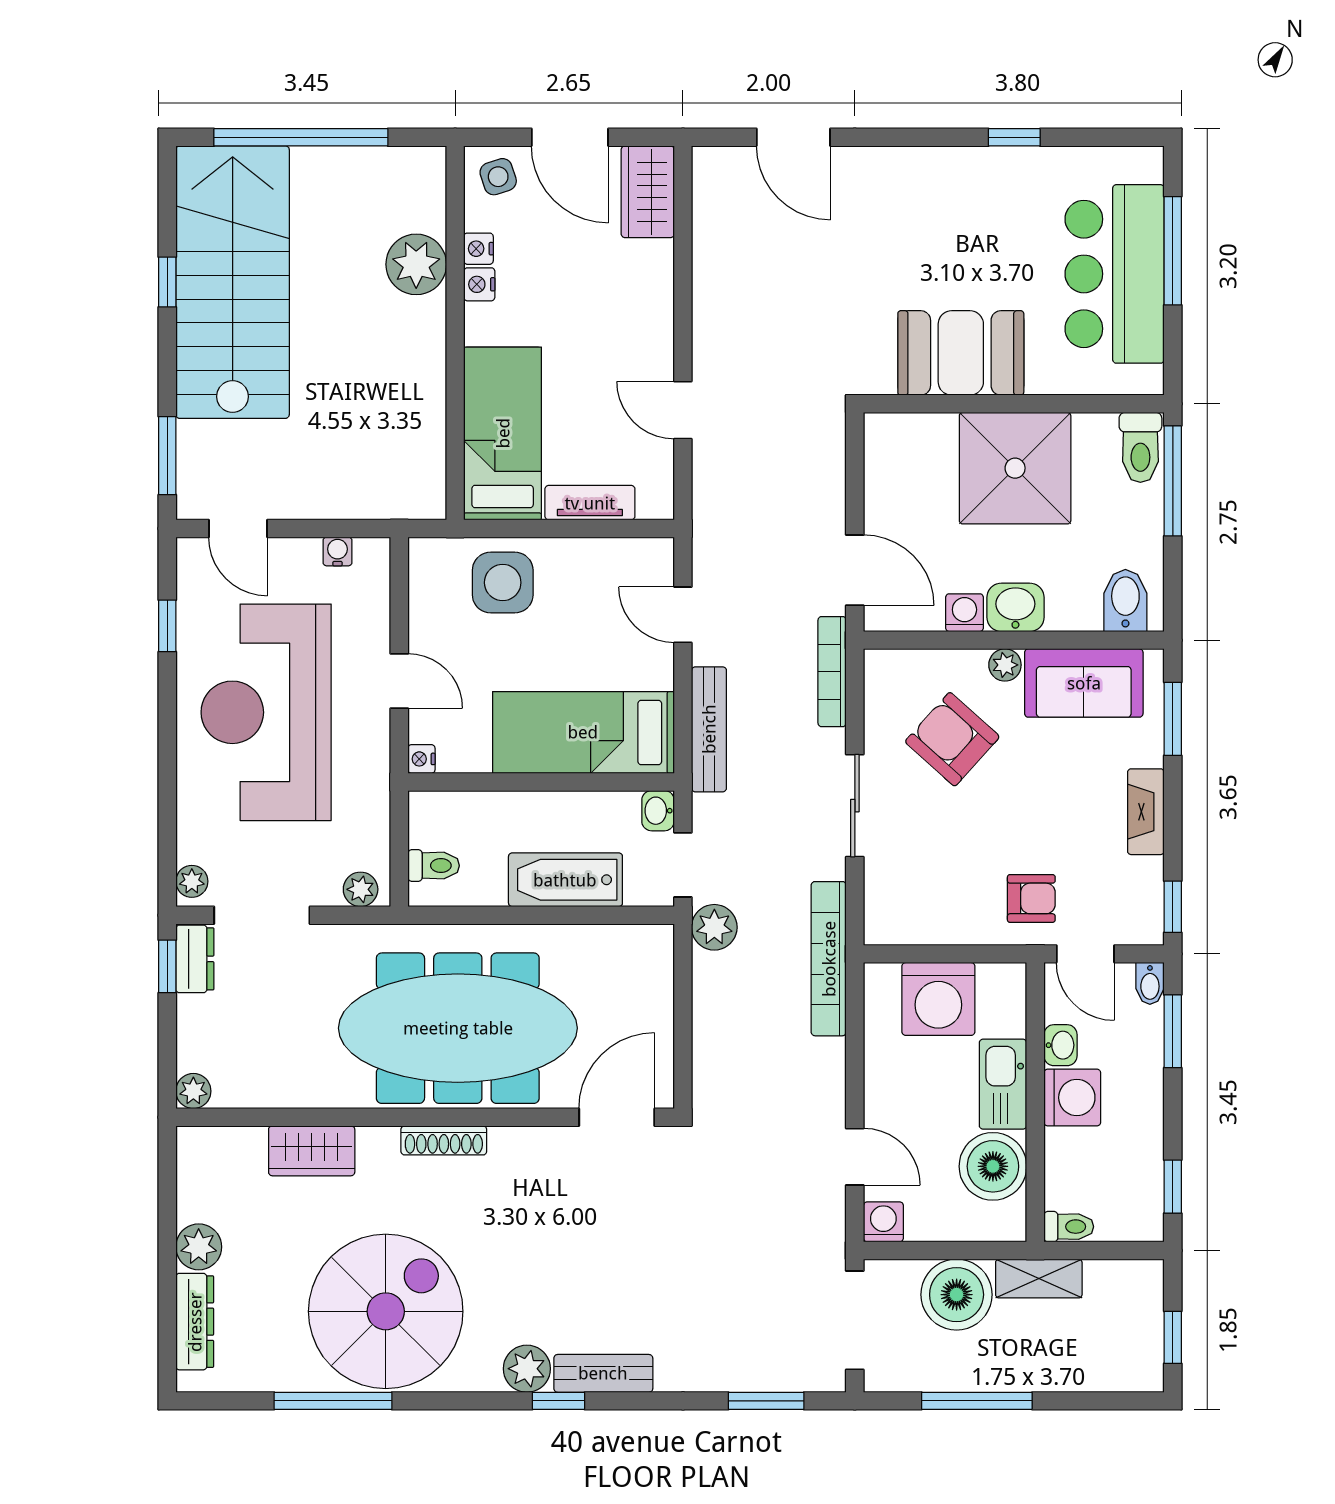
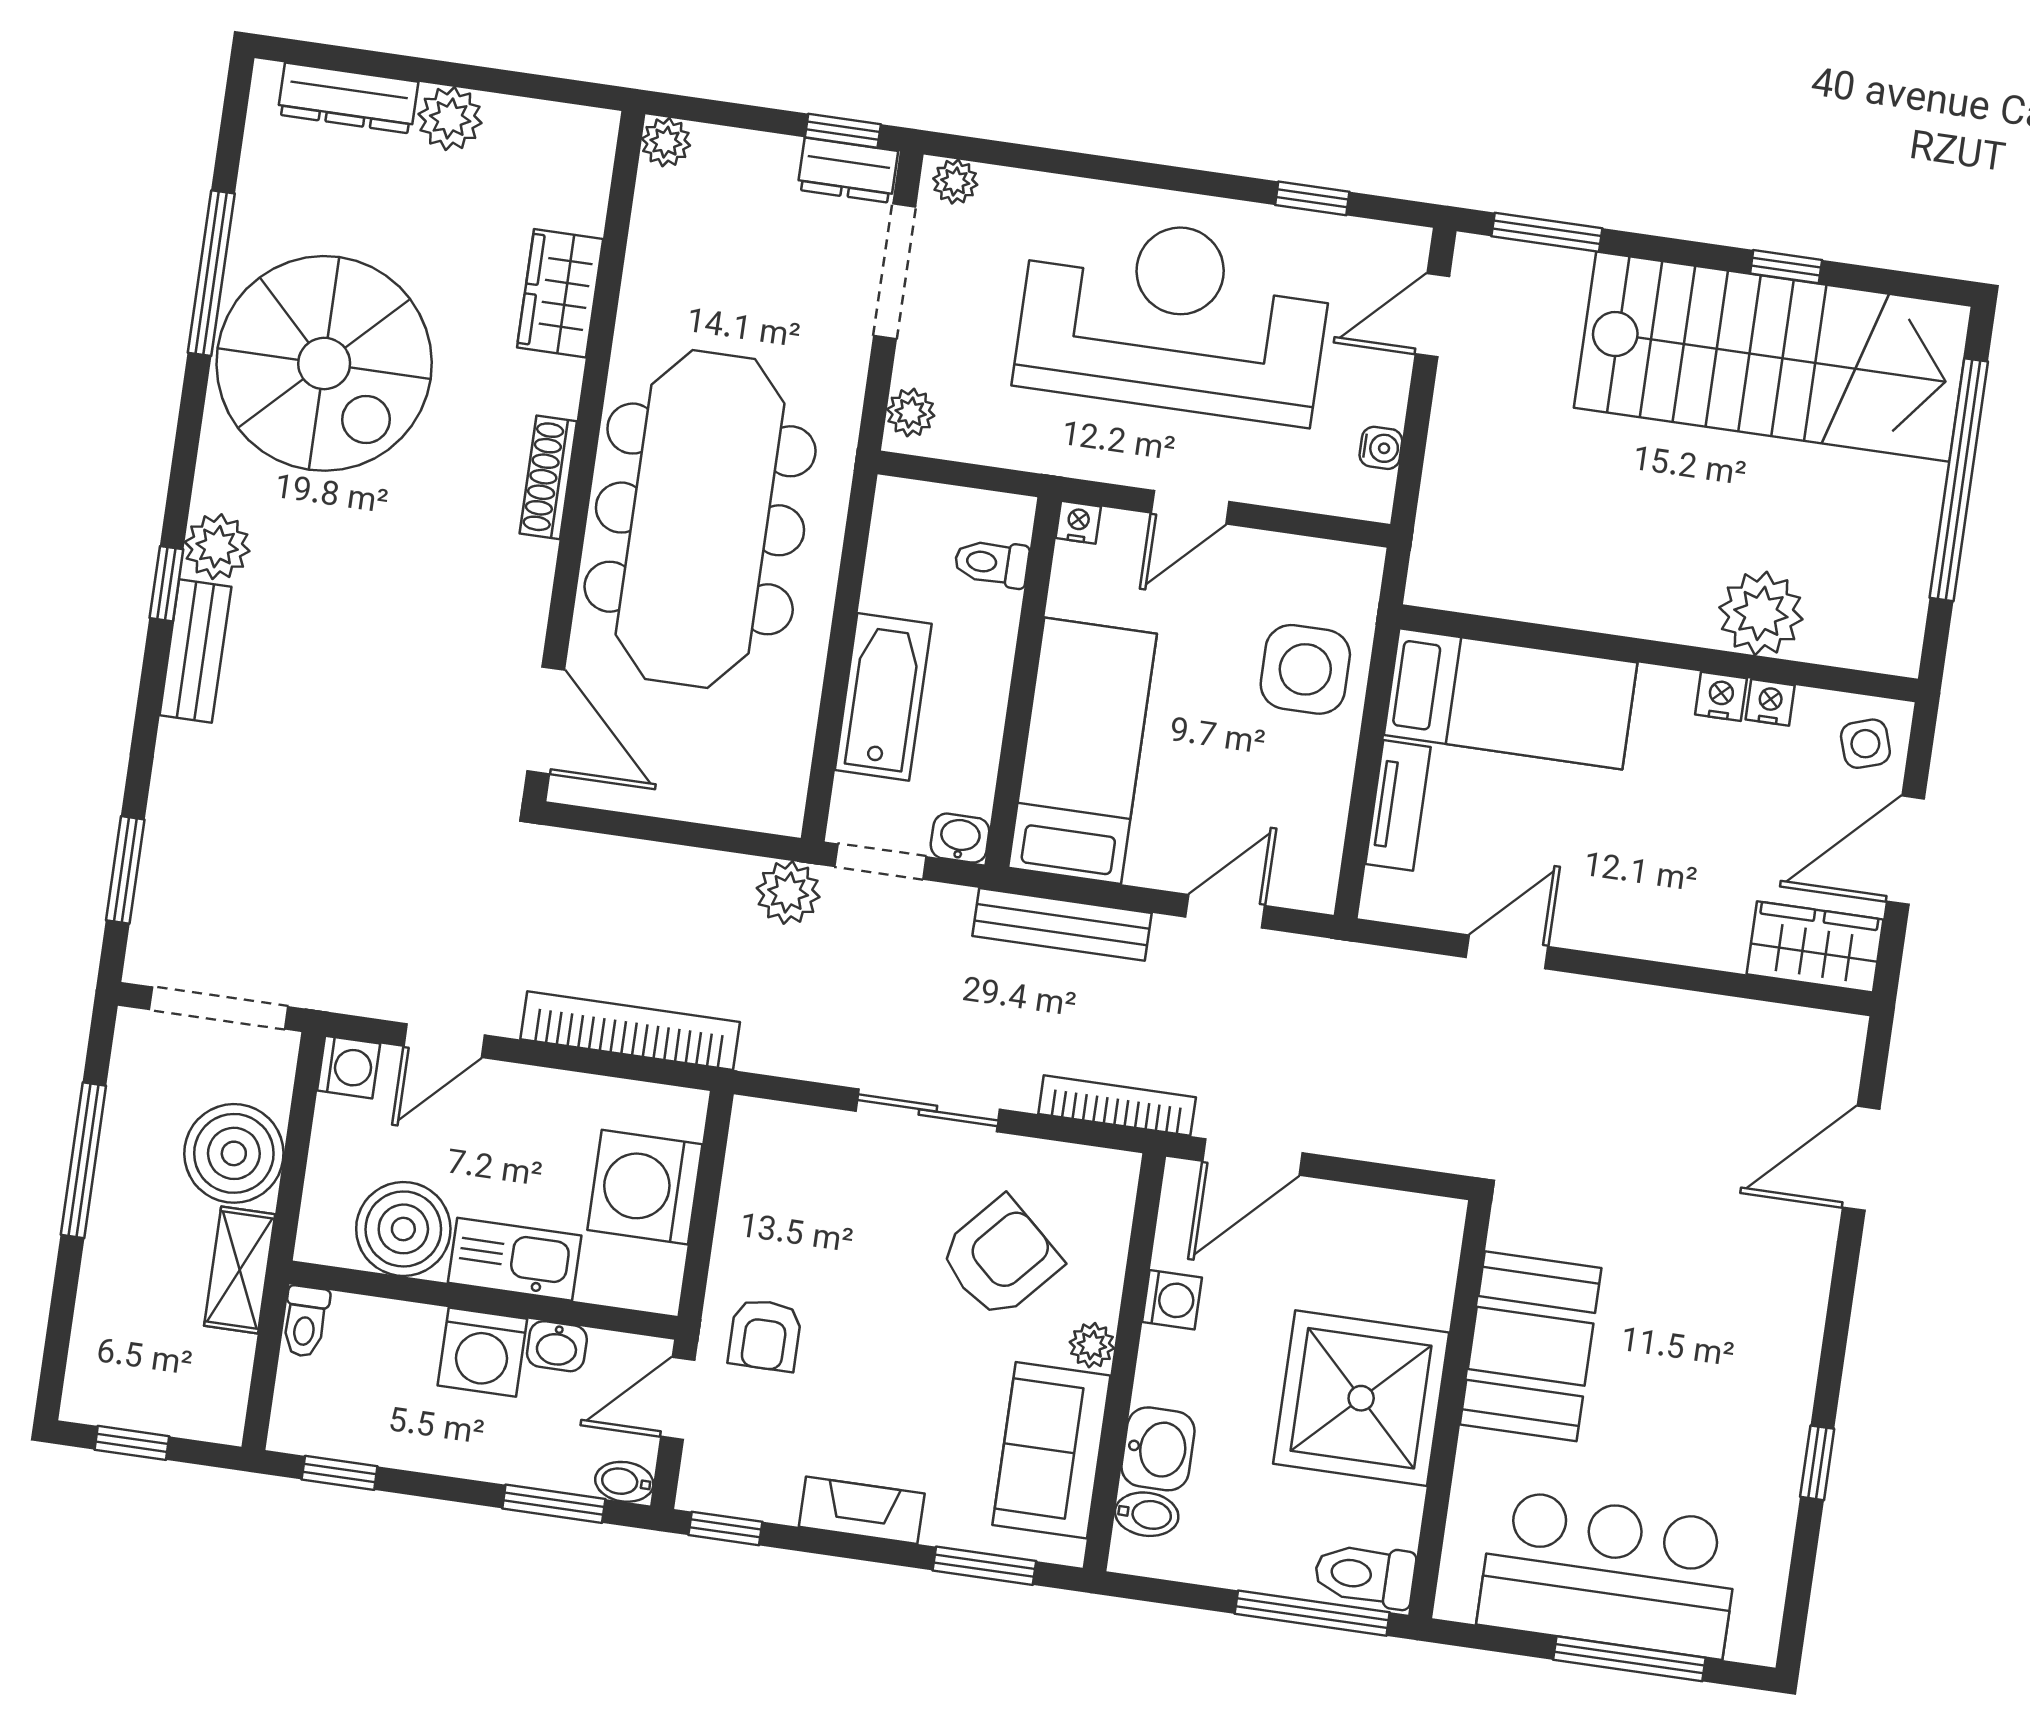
bidet: (1125, 600) -> (1147, 1514), width x0.72, depth x0.74
washbasin: (1015, 607) -> (1158, 1449), moved
toilet: (434, 866) -> (992, 563), moved, turned 90
bookcase: (829, 959) -> (630, 1031), moved

